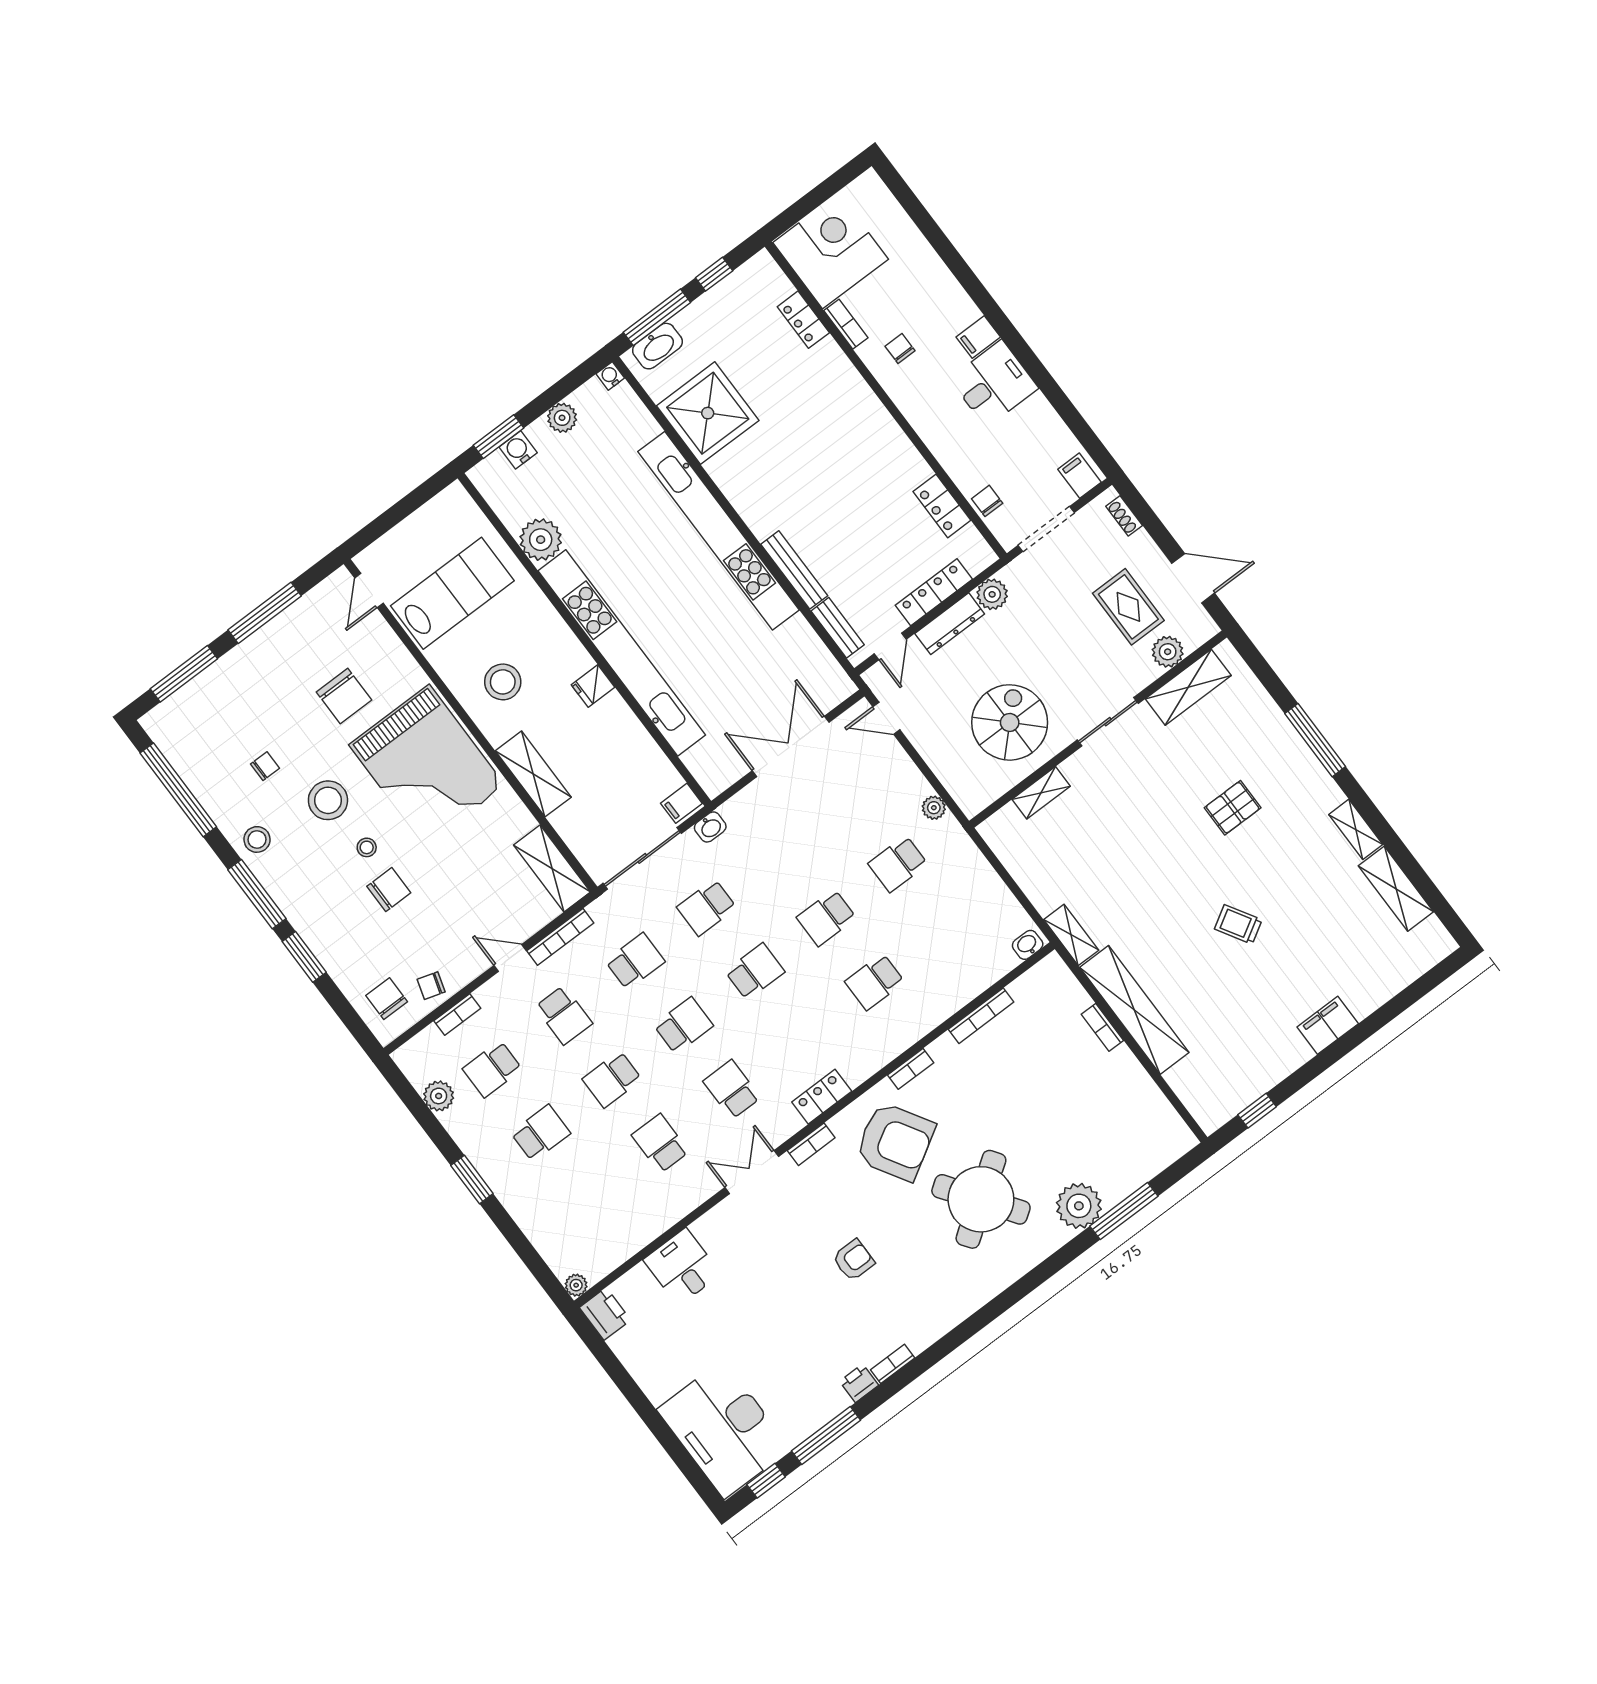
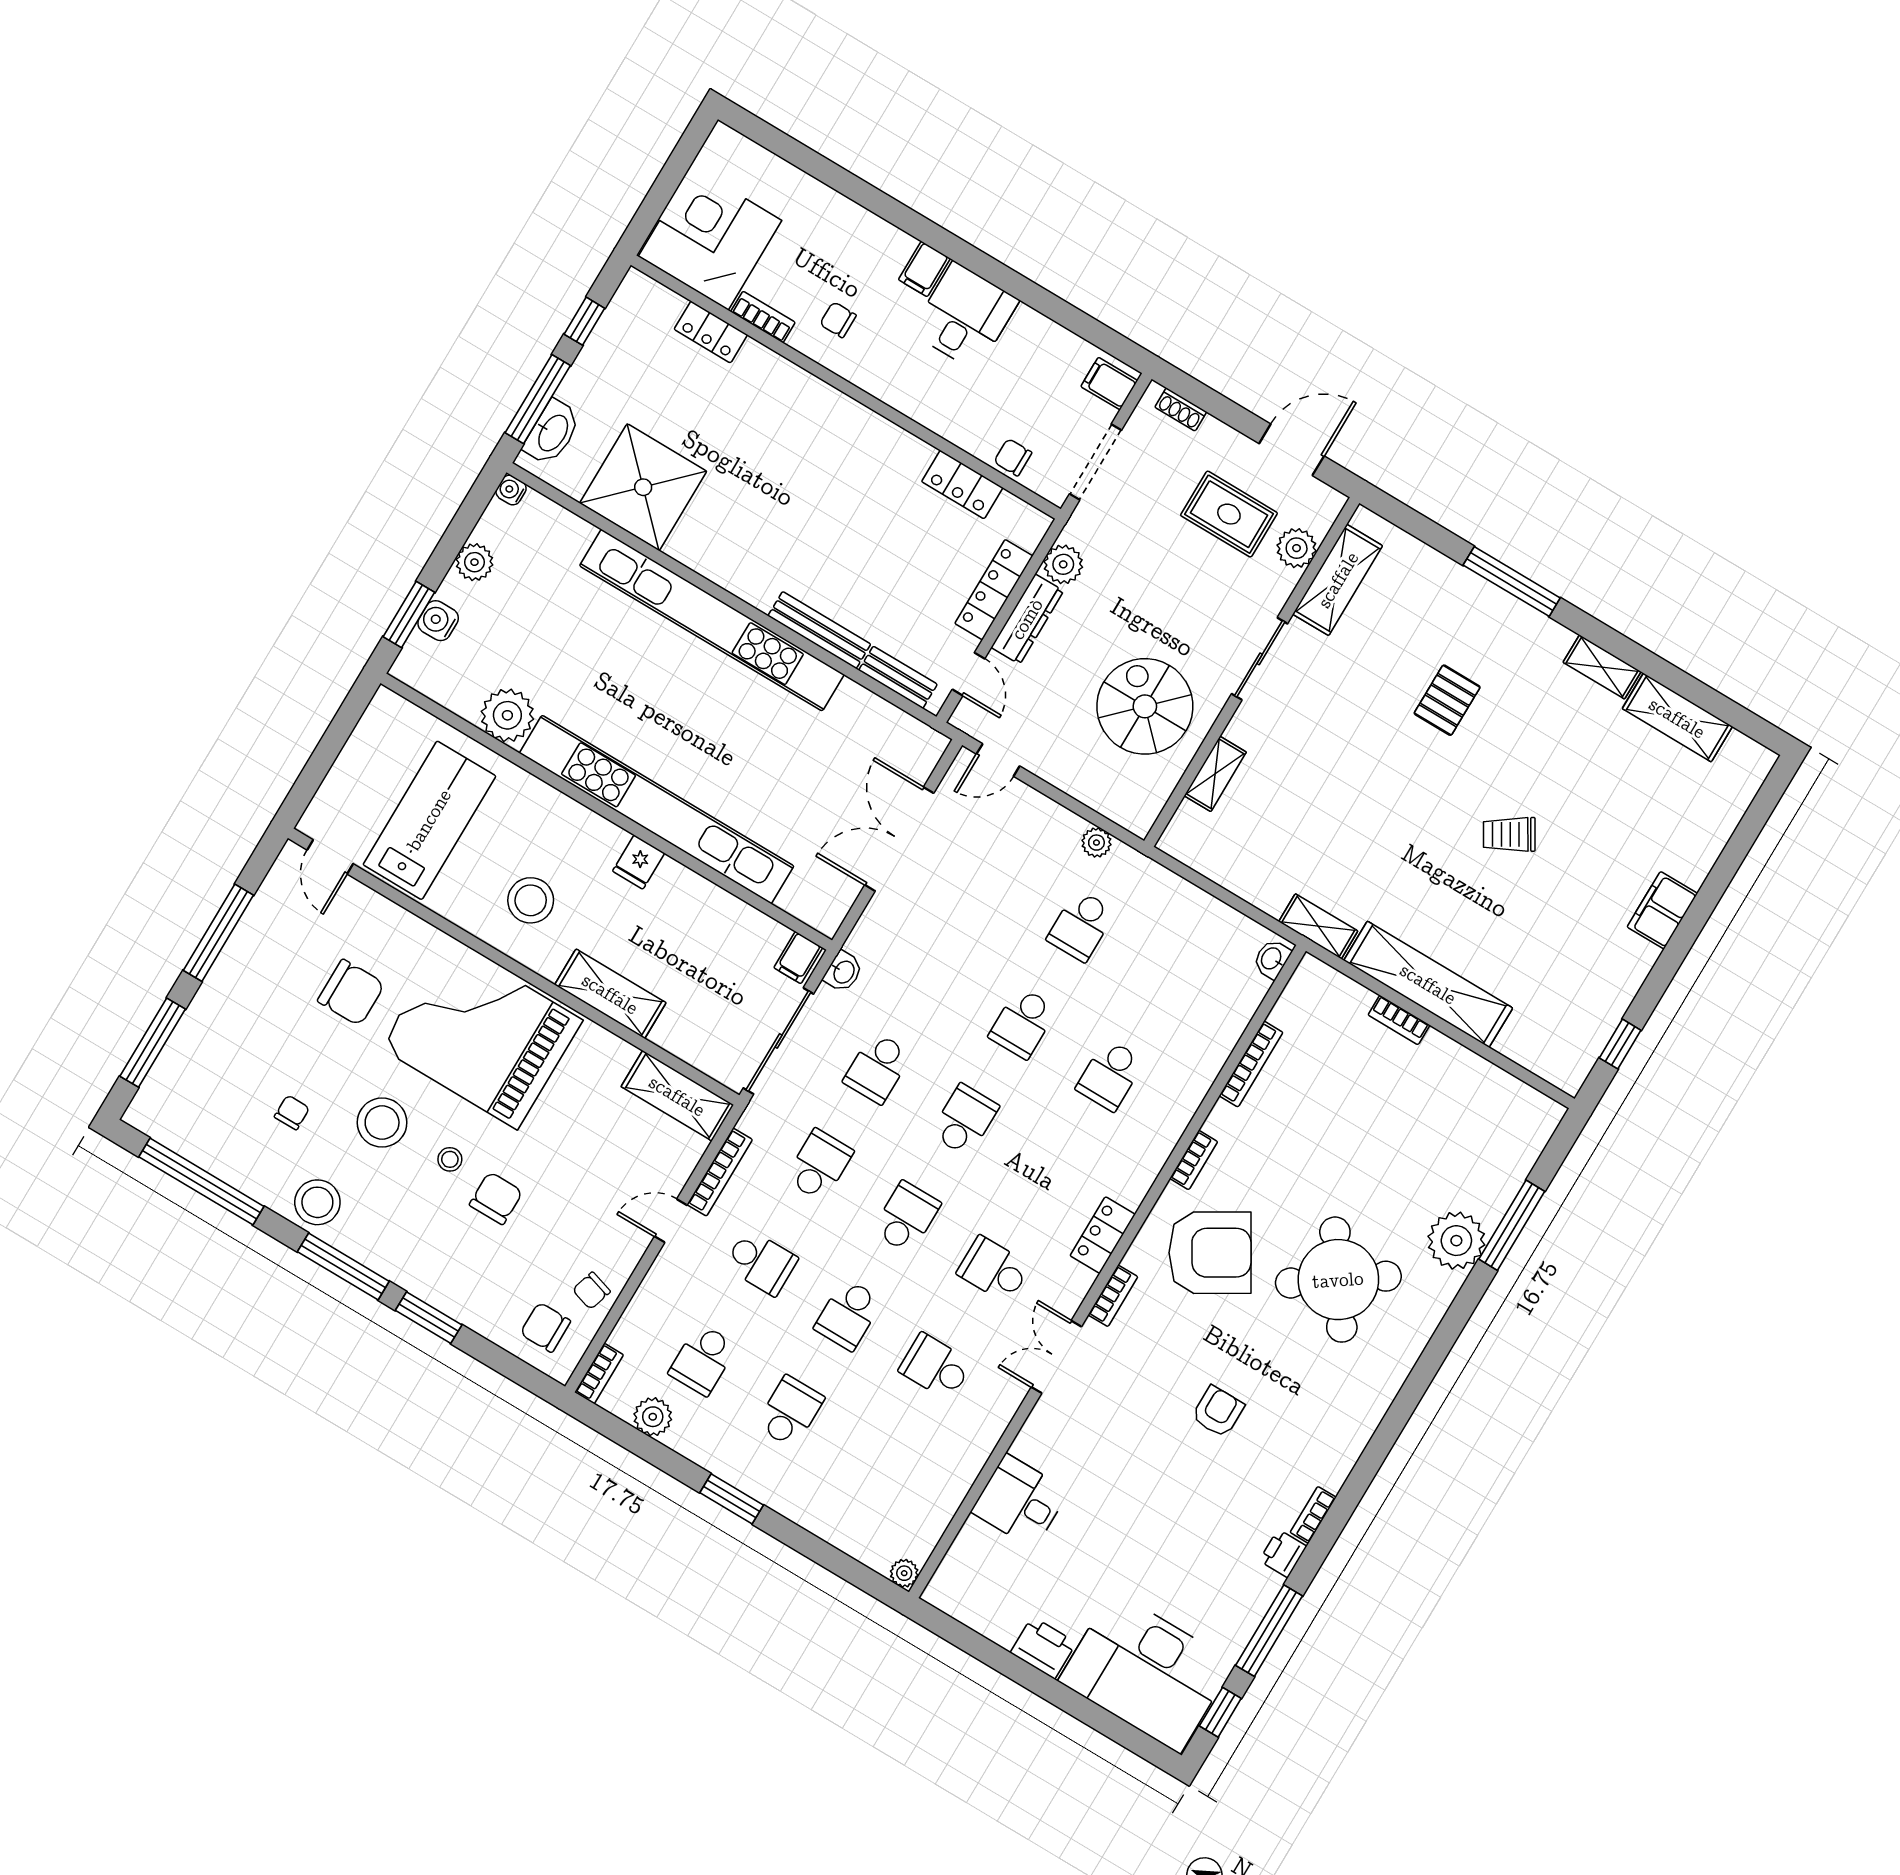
grand piano: (427, 765) -> (481, 1034), turned 180
stool: (257, 839) -> (317, 1202), width x1.38, depth x1.38
bookcase: (457, 1014) -> (599, 1373), moved
printer: (605, 1314) -> (1043, 1648), moved

